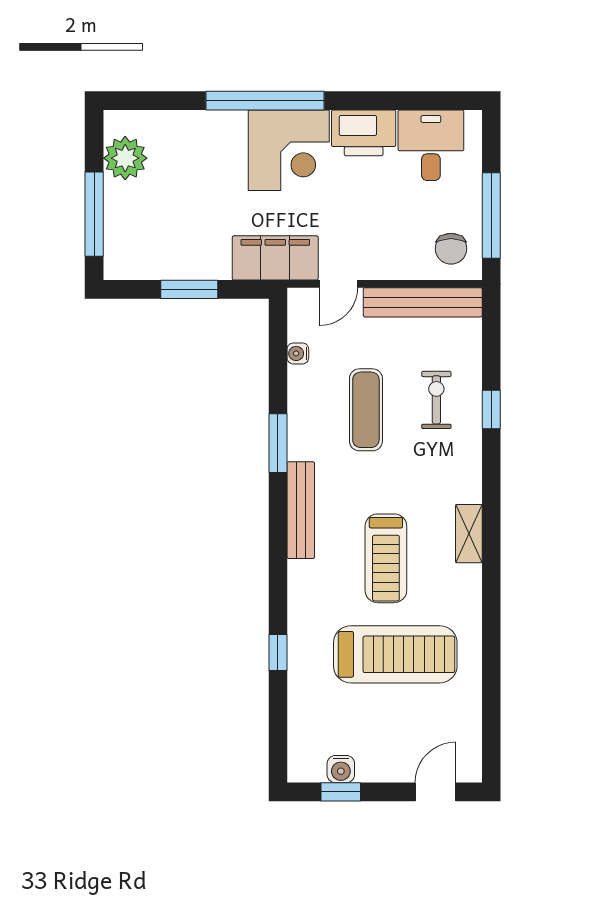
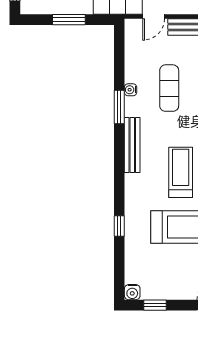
water cooler: (298, 353) -> (131, 90), moved
treadmill: (386, 558) -> (181, 172), turned 180
water cooler: (341, 769) -> (132, 292), moved

